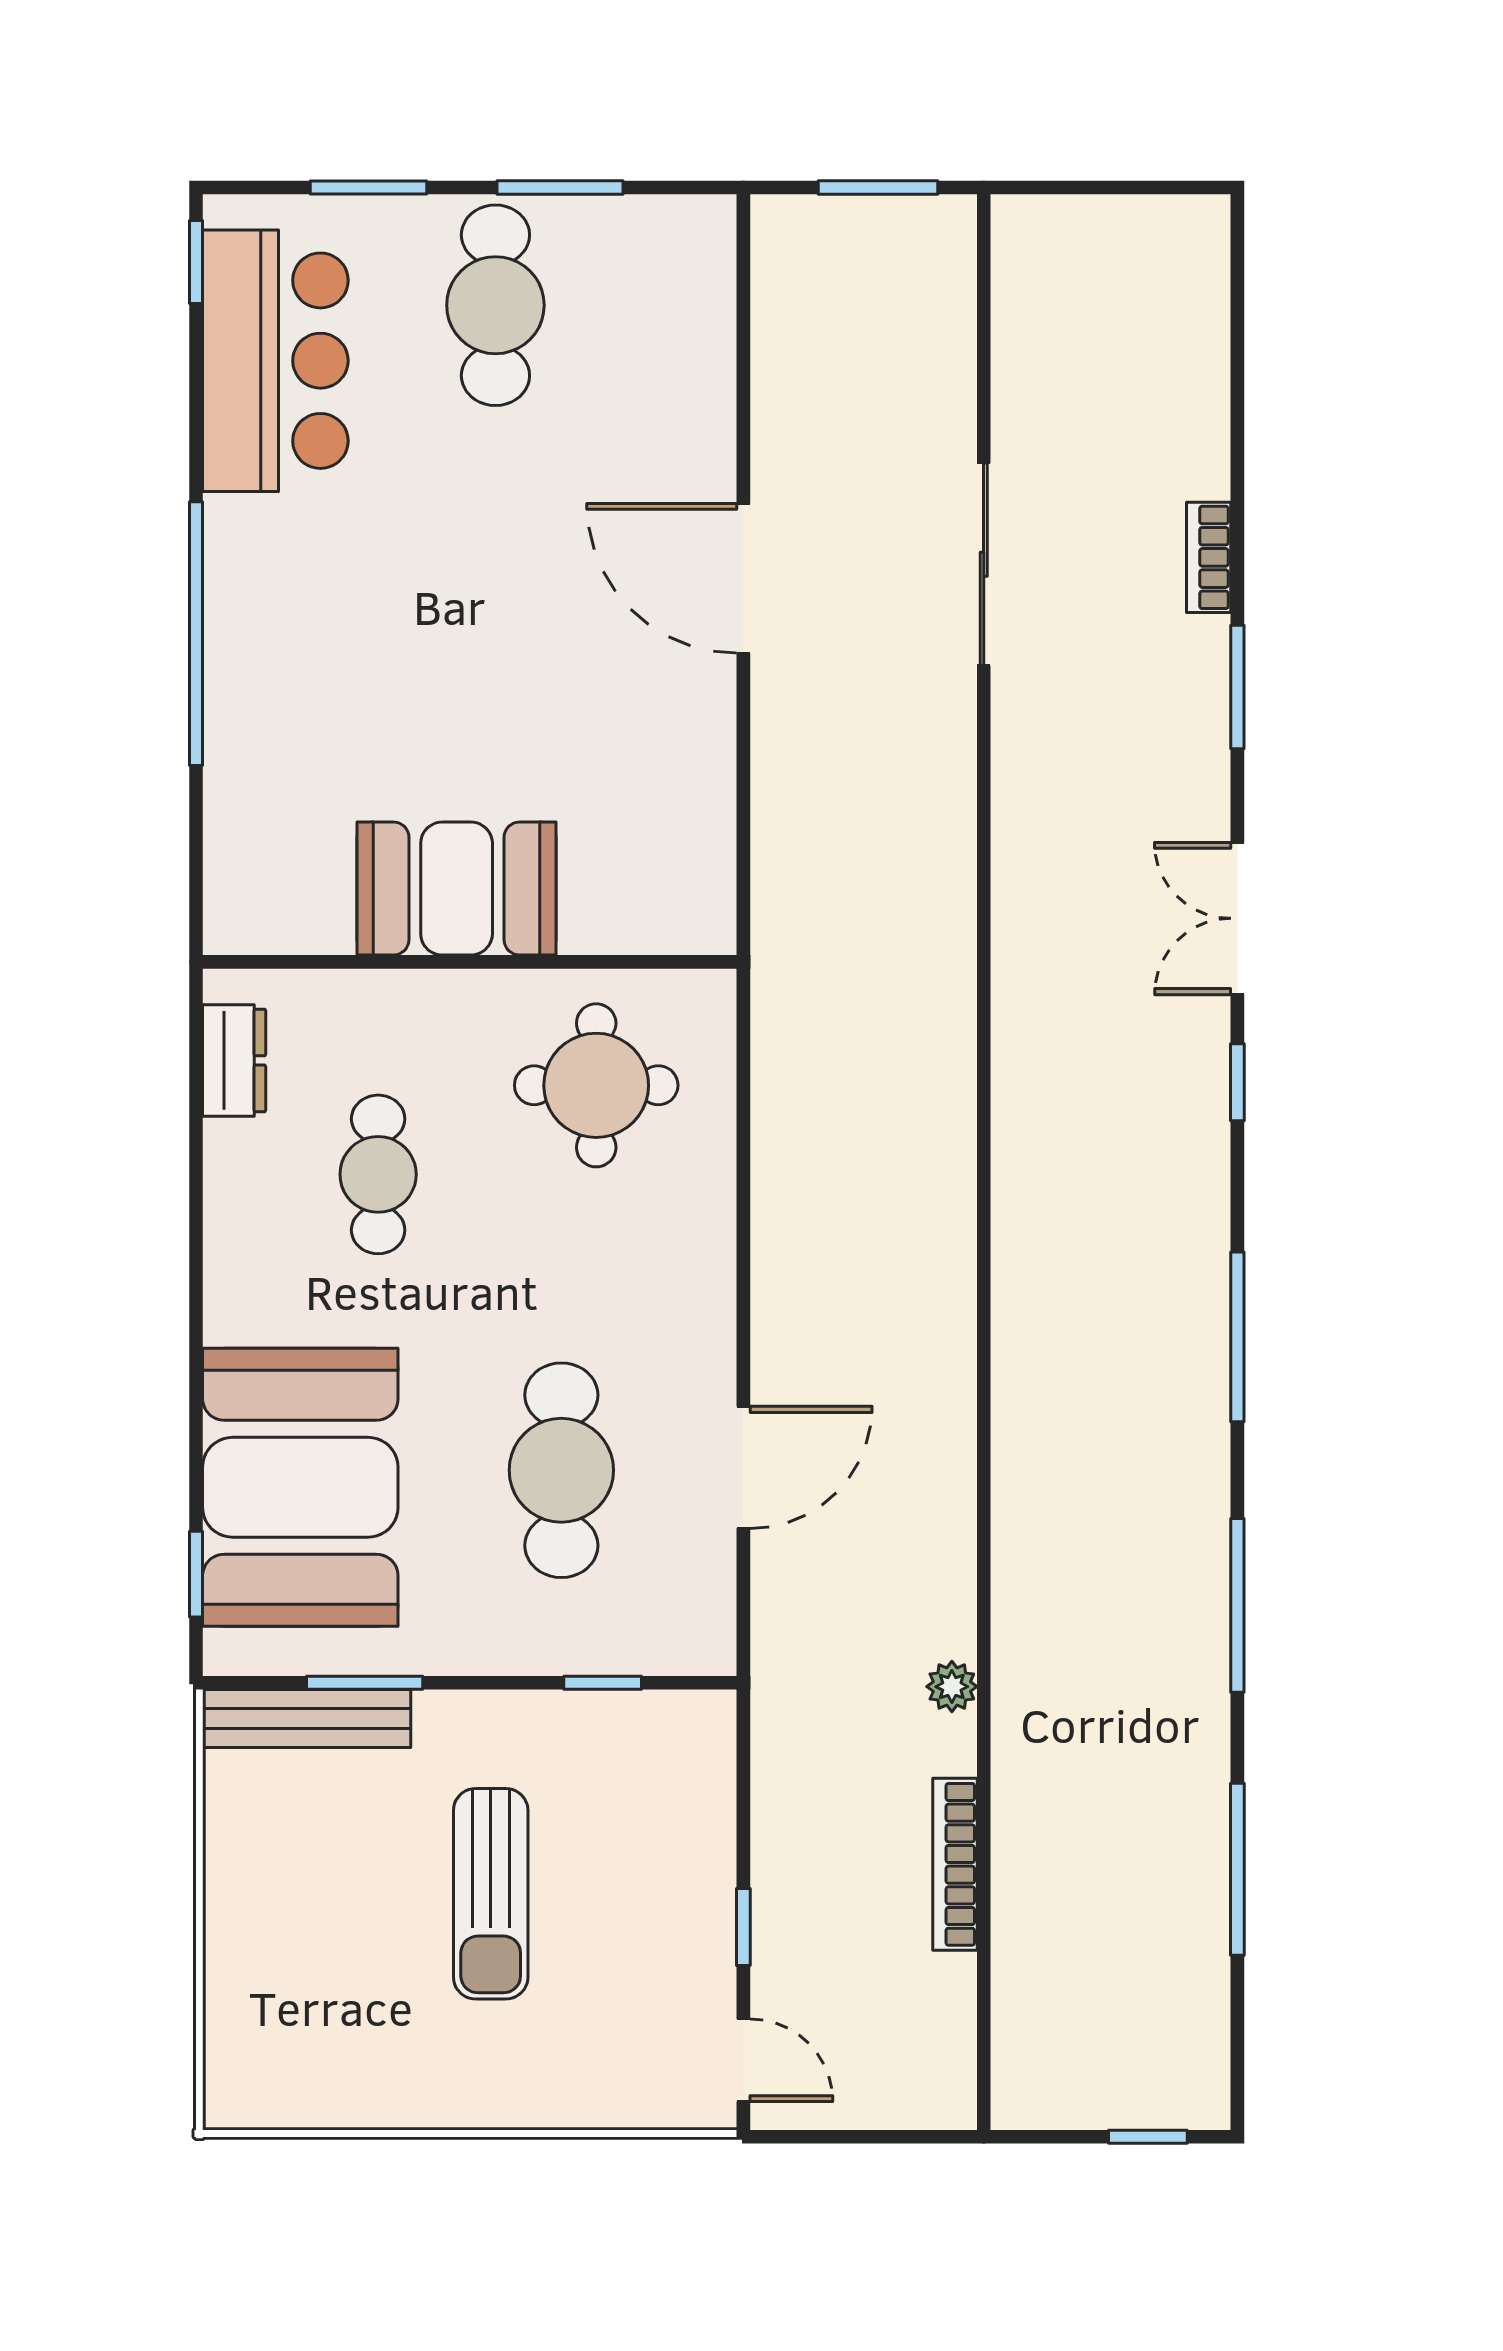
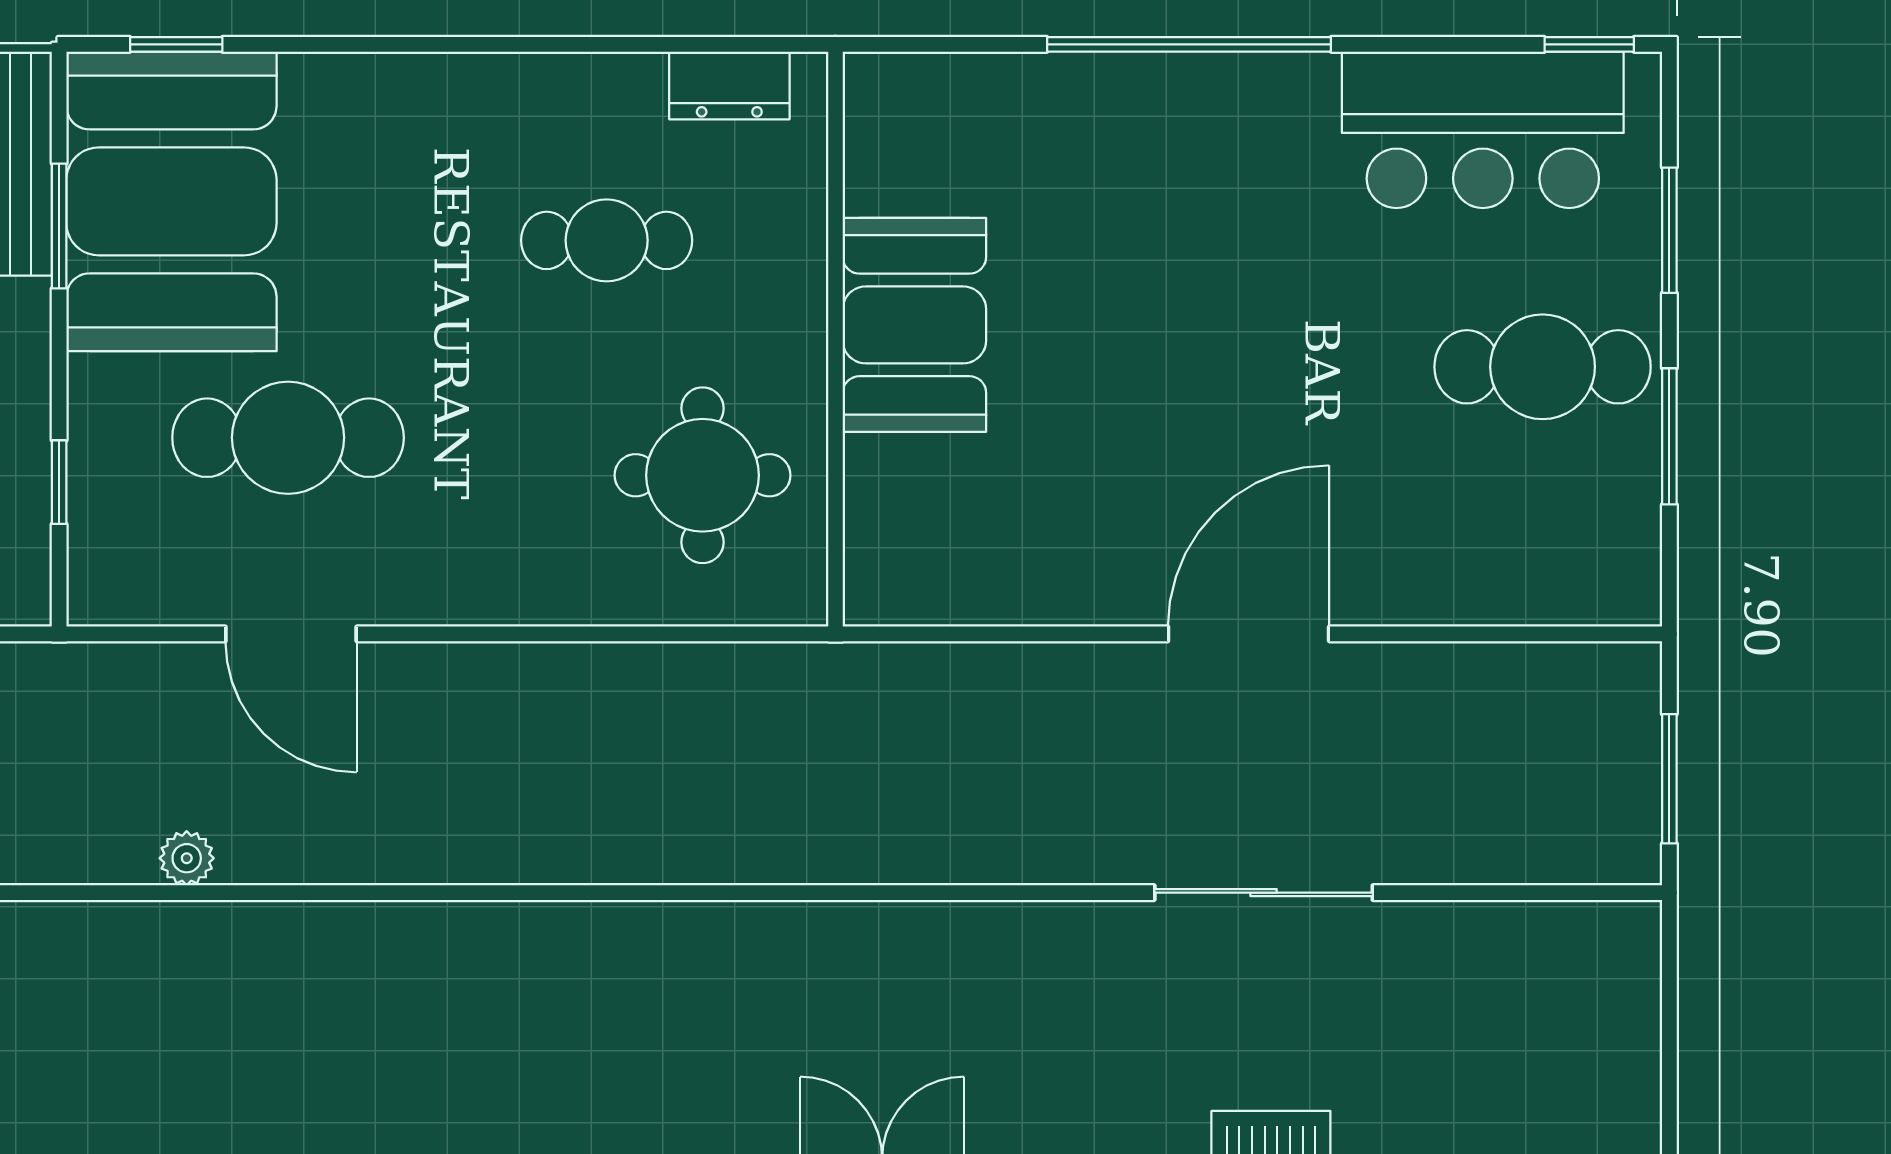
booth: (300, 1487) -> (171, 201), moved, turned 90
plant: (952, 1687) -> (187, 858), moved

